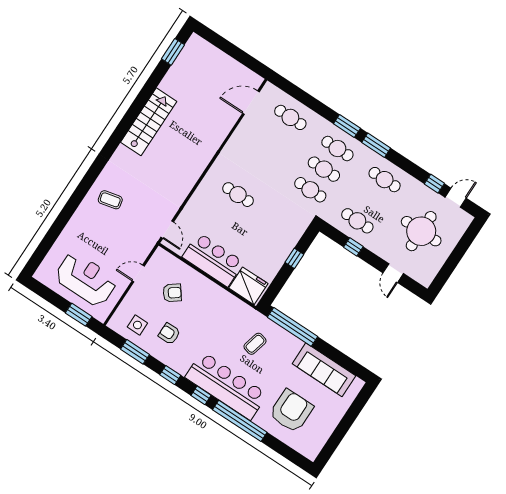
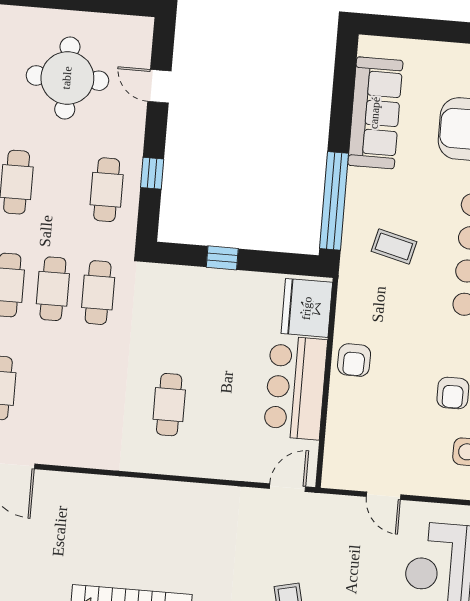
door: (393, 273) -> (159, 86), swing flipped
armchair: (172, 293) -> (354, 360), moved, turned -142

